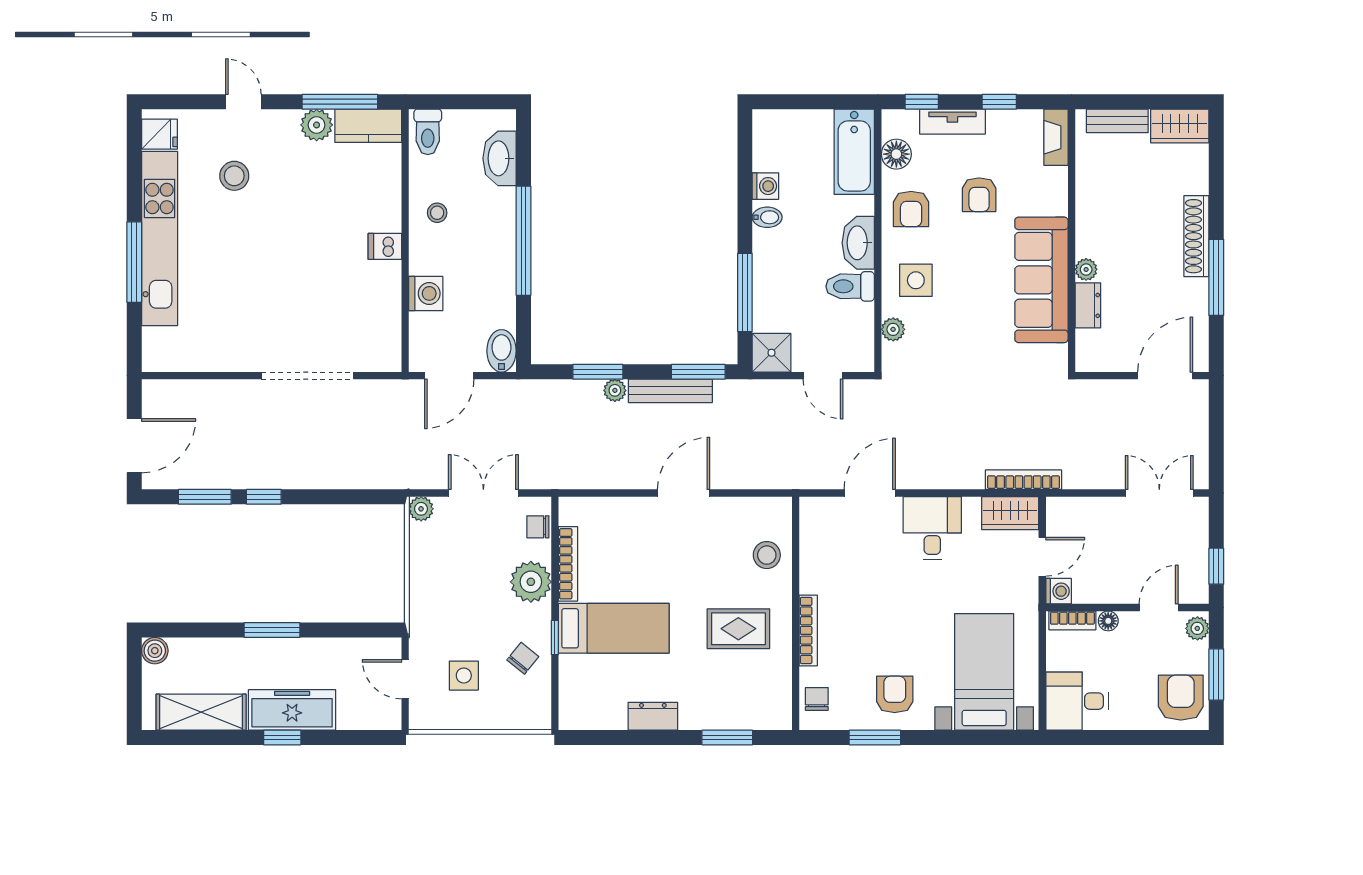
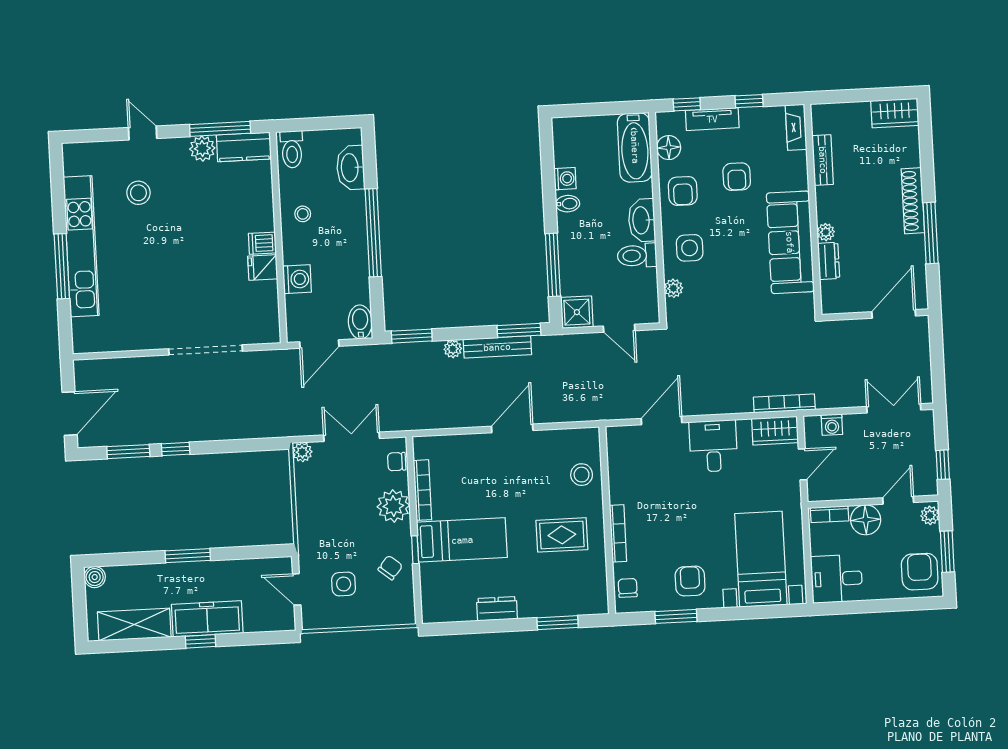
bench: (1117, 121) -> (823, 160), moved, turned 90
fridge: (159, 134) -> (263, 268), moved, turned 180
window: (598, 372) -> (412, 336), moved
washing machine: (1059, 591) -> (832, 425), moved, turned 90
floor lamp: (1108, 621) -> (866, 520), width x1.89, depth x1.89

